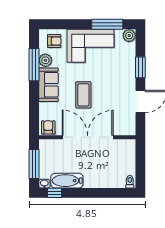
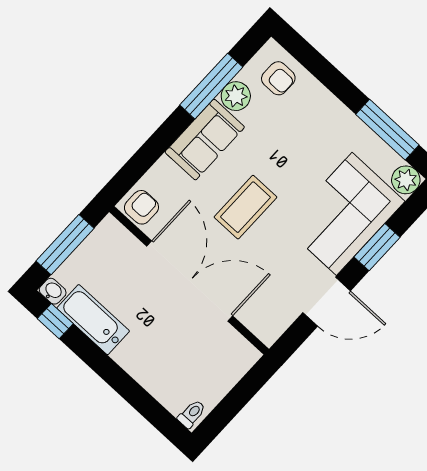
corner sofa: (91, 46) -> (344, 214), moved, turned 90

